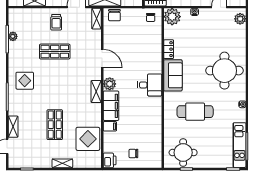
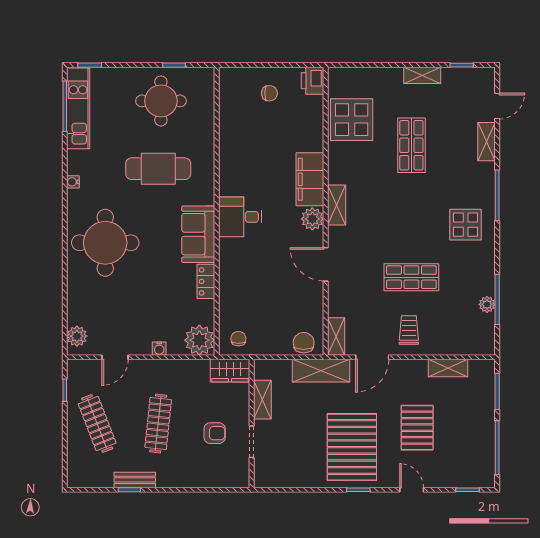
filing cabinet: (110, 126) -> (312, 142), removed
round table: (183, 153) -> (161, 101), moved
shelving: (62, 163) -> (422, 75), moved

